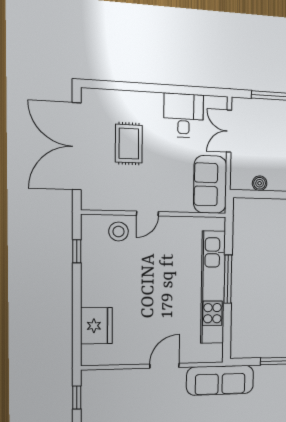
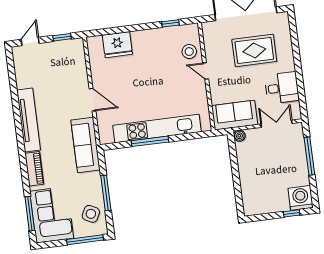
rug: (129, 144) -> (254, 50), width x1.36, depth x1.43
boiler: (260, 183) -> (239, 136), moved
window: (228, 279) -> (150, 141), moved

